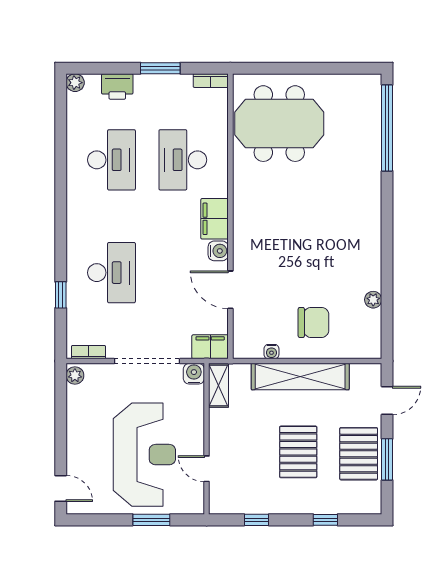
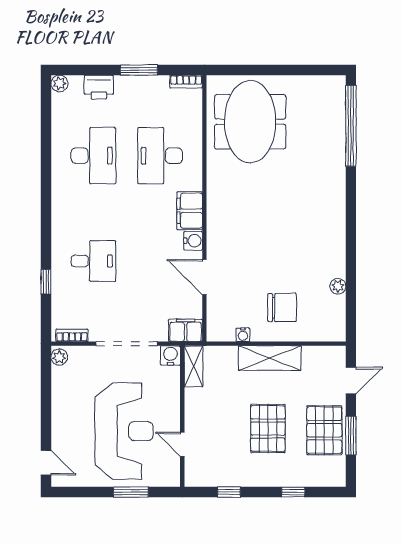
meeting table: (279, 124) -> (250, 122), turned 90
desk: (111, 273) -> (93, 261), width x0.73
shelving: (300, 377) -> (270, 358), width x0.68

